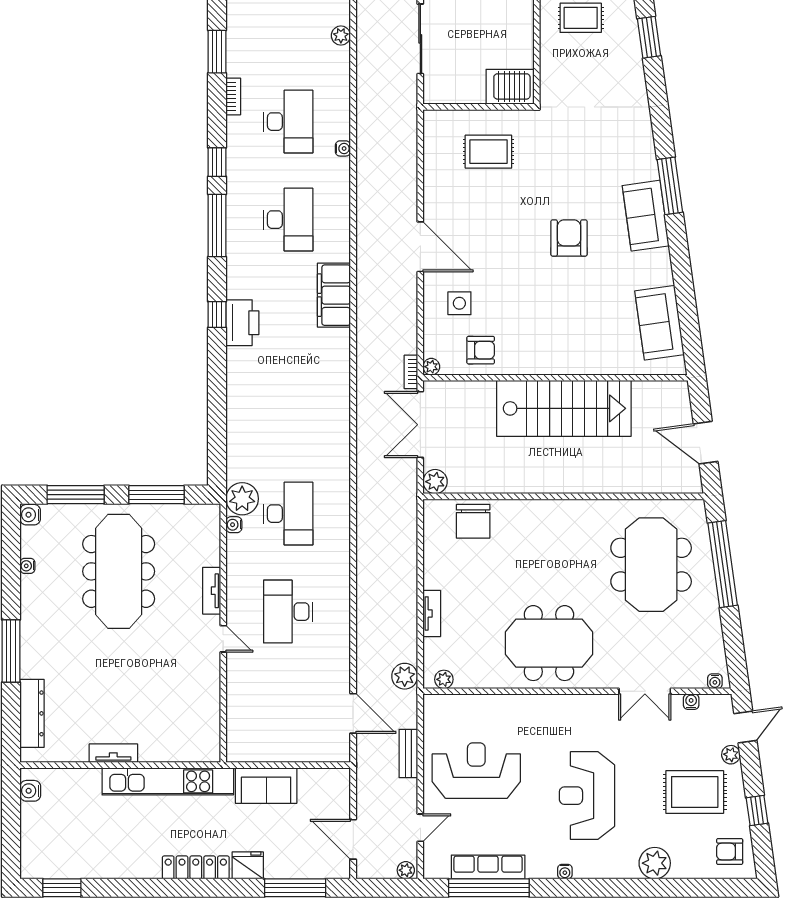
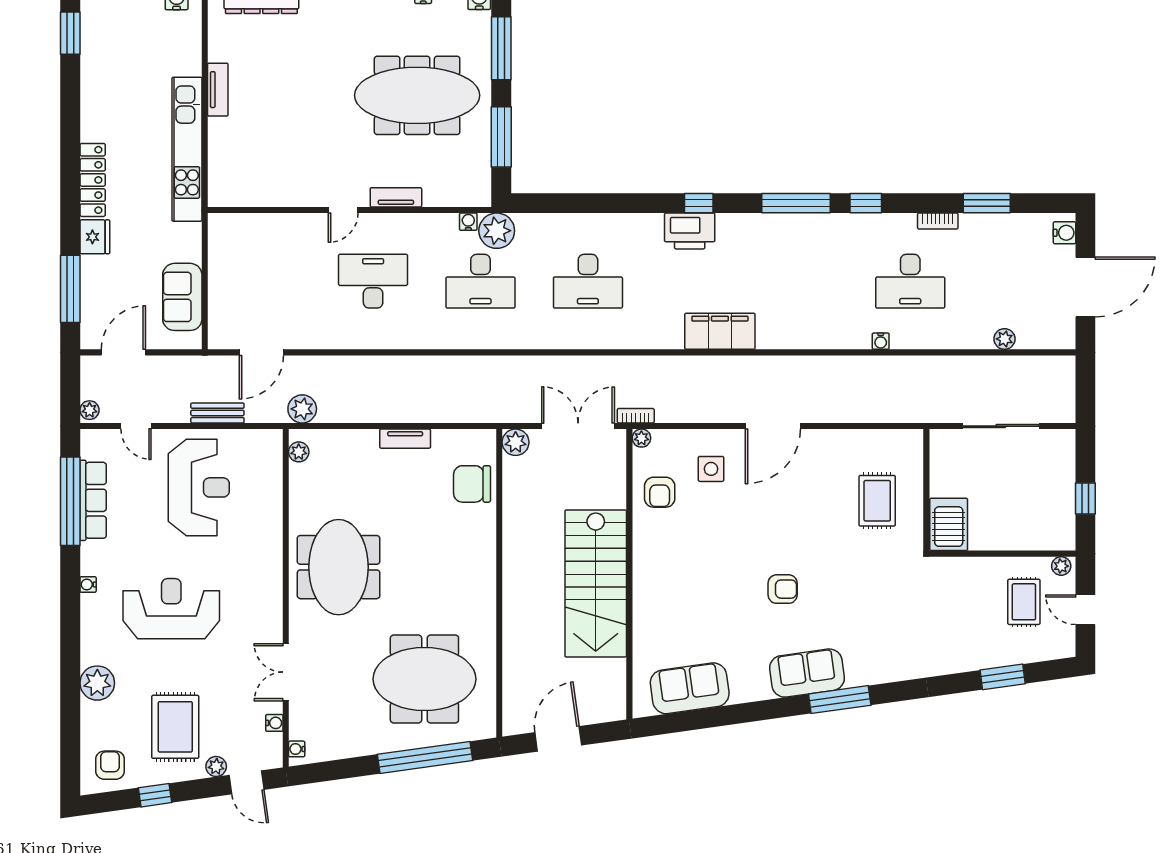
desk: (288, 220) -> (588, 281), moved
armchair: (569, 238) -> (783, 589), width x0.72, depth x0.72
tv unit: (432, 613) -> (405, 439), moved
sofa: (266, 786) -> (182, 297), moved

